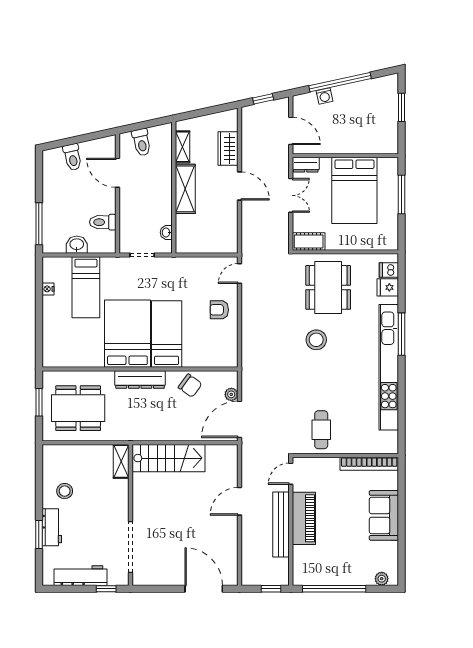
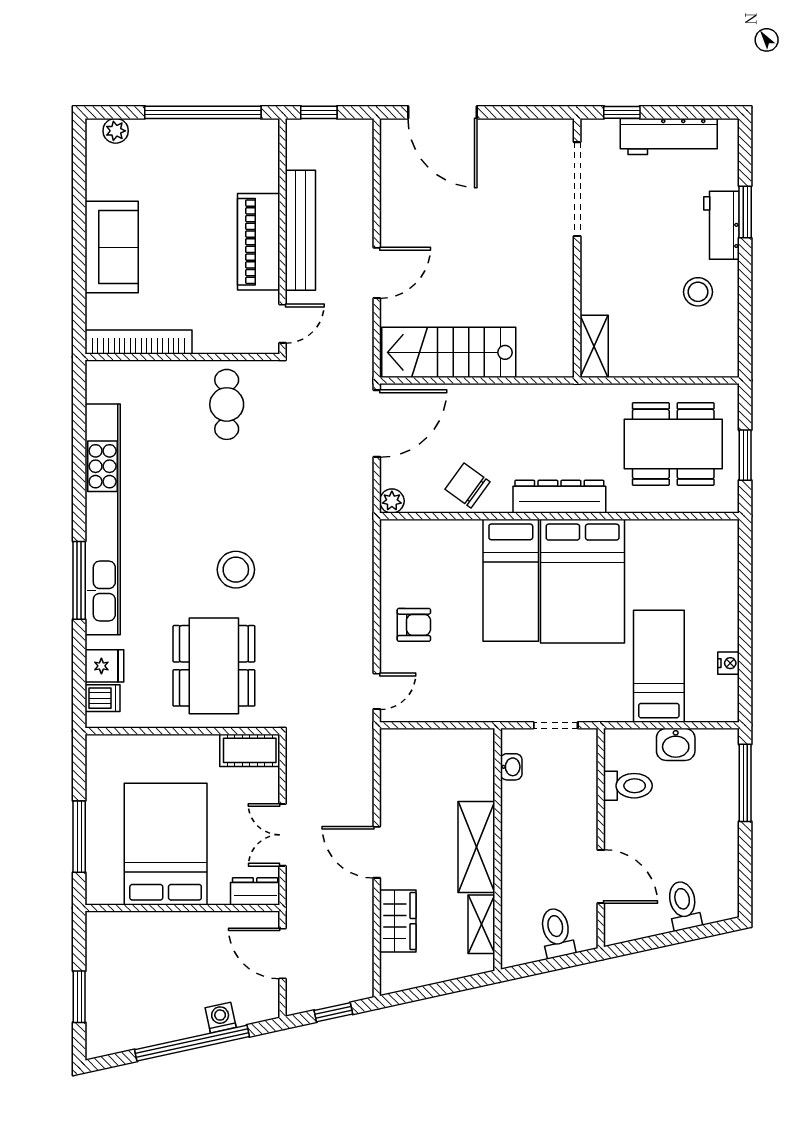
plant: (231, 394) -> (392, 501), moved
stairs: (168, 458) -> (449, 352), moved

